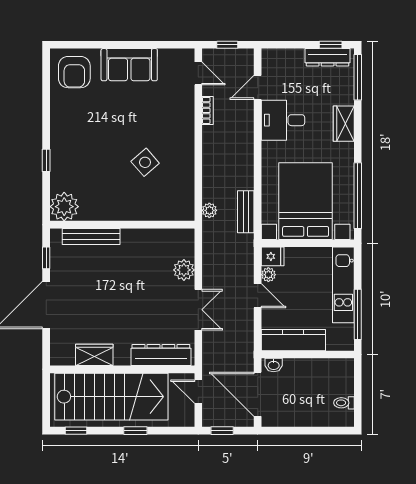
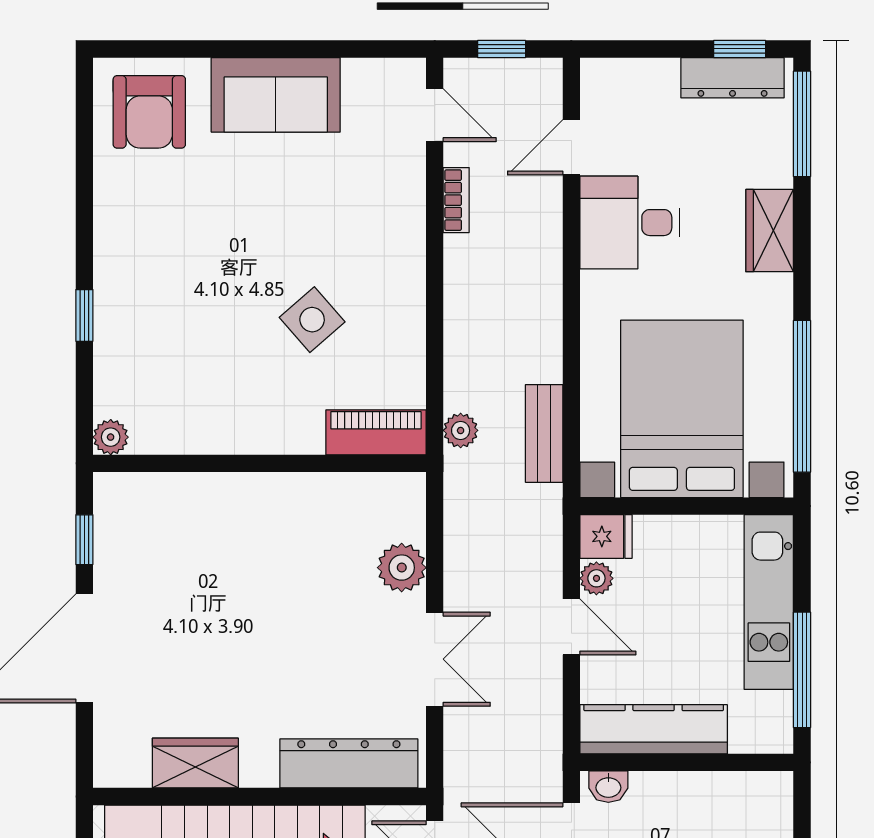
plant: (64, 207) -> (111, 437), width x0.53, depth x0.53
piano: (173, 211) -> (376, 432), added
bench: (91, 236) -> (188, 490), removed

